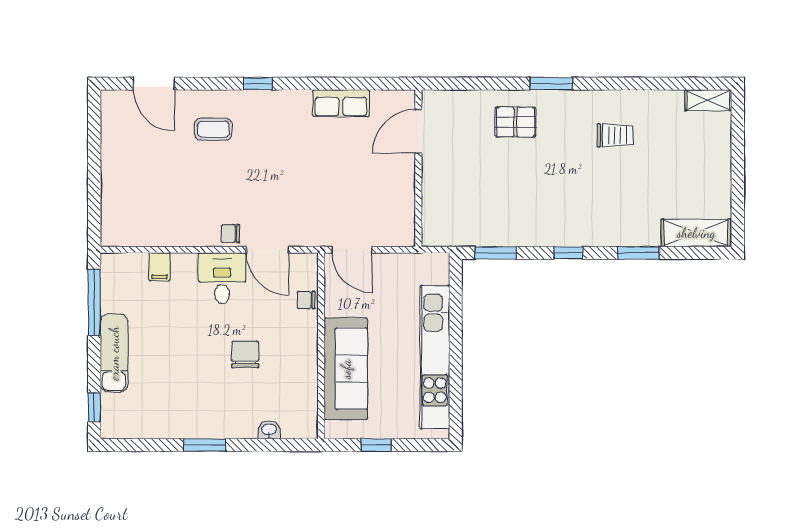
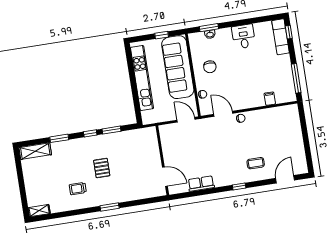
door: (154, 84) -> (285, 179), hinge flipped
pallet: (516, 122) -> (102, 168), moved, turned 90
door: (418, 131) -> (165, 177), hinge flipped
window: (496, 253) -> (112, 130), moved
desk: (222, 278) -> (244, 36), moved, turned 180
exam couch: (114, 353) -> (281, 37), moved
chair: (245, 354) -> (210, 67), moved
sofa: (346, 369) -> (178, 67), width x1.36, depth x1.27
window: (204, 445) -> (209, 28), moved

